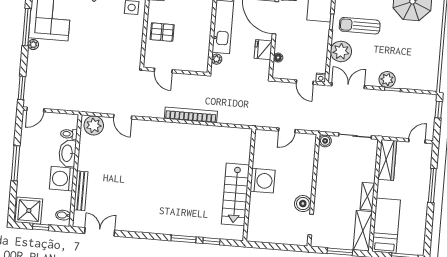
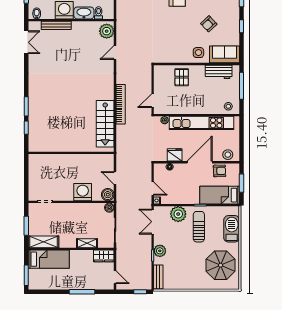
door: (163, 70) -> (153, 101), moved
door: (305, 82) -> (153, 189), swing flipped
bench: (421, 84) -> (158, 277), added
double door: (348, 86) -> (153, 222), swing flipped
wardrobe: (387, 160) -> (104, 256), width x0.67
washing machine: (263, 181) -> (83, 192), moved, turned 180
stairs: (235, 194) -> (105, 124), moved, turned -90
shelving: (367, 196) -> (87, 243), moved
boiler: (303, 204) -> (108, 195), moved

